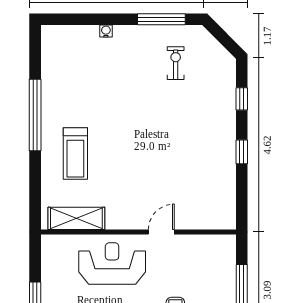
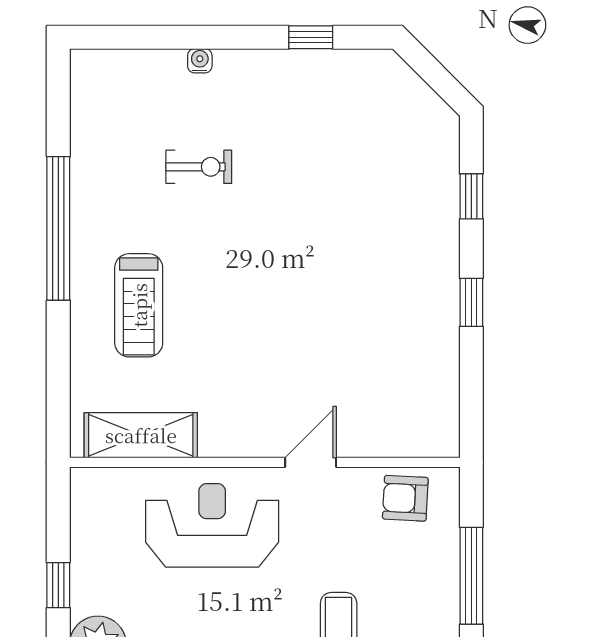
window: (161, 19) -> (311, 37), width x0.46
exercise bike: (176, 63) -> (199, 167), moved, turned 90
armchair: (209, 250) -> (405, 498), added

